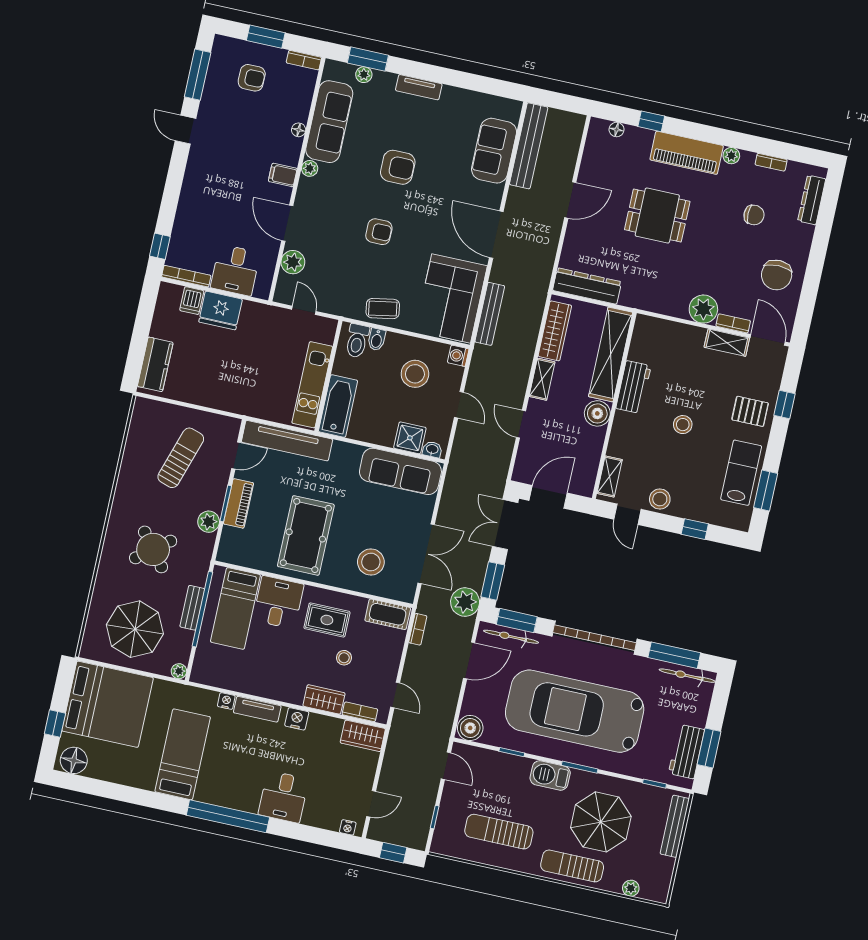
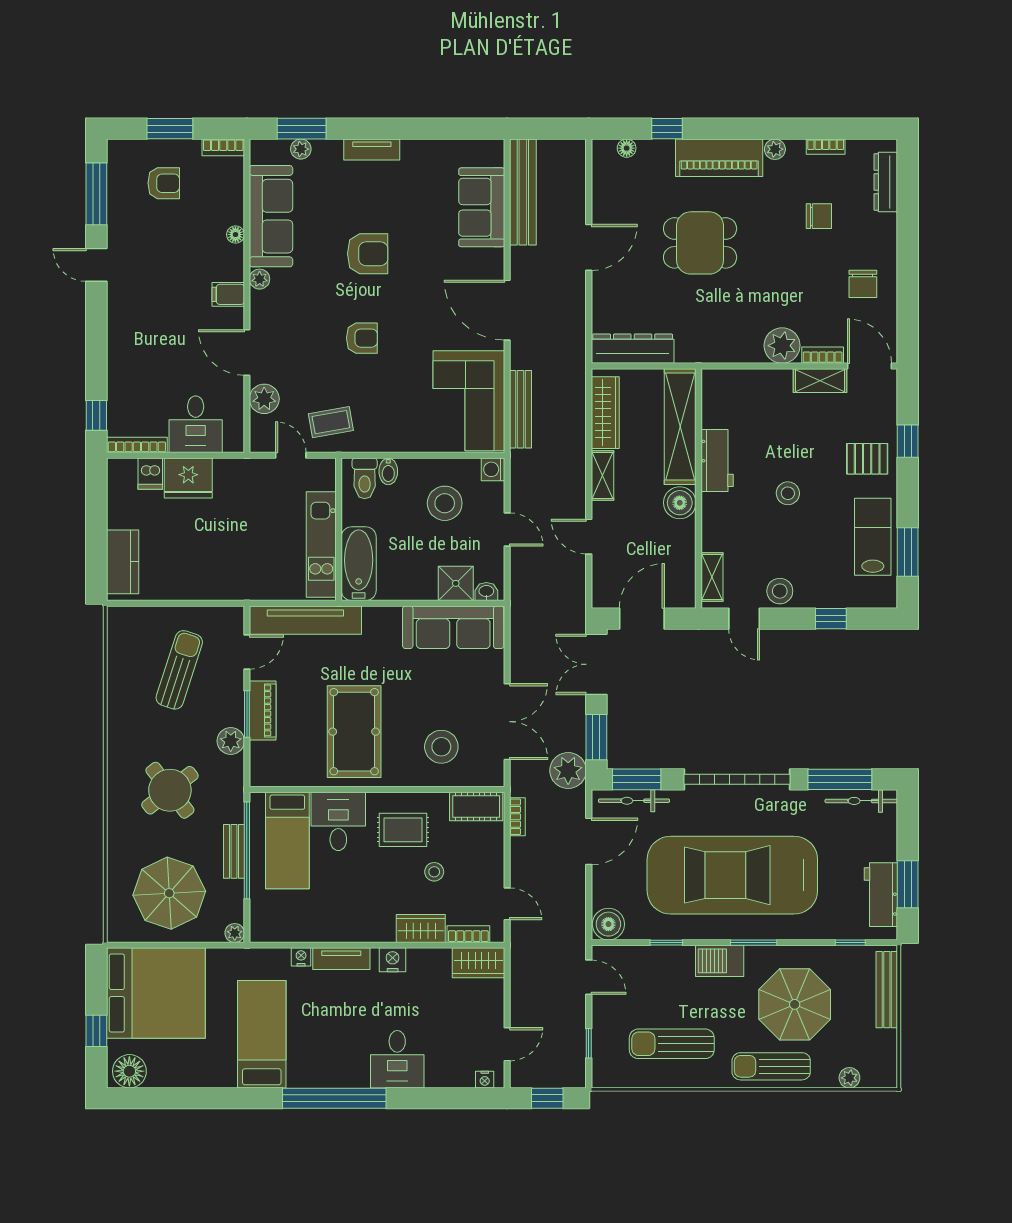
chair: (777, 275) -> (863, 284), width x0.73, depth x0.73
coffee table: (383, 309) -> (331, 422), moved

